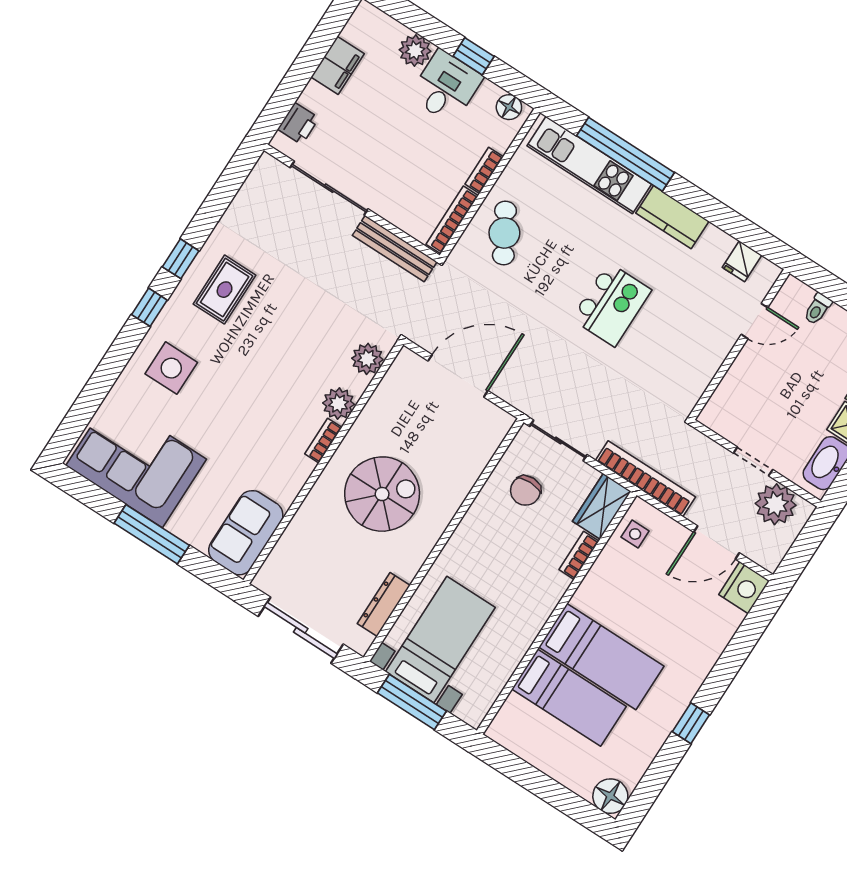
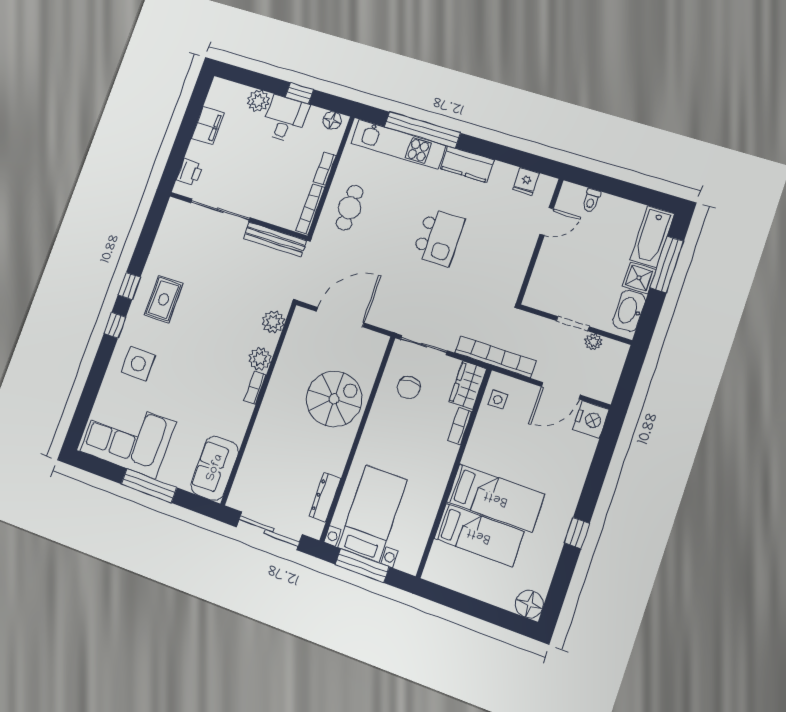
cafe table: (504, 233) -> (350, 208), turned 30
spiral stairs: (382, 494) -> (334, 399), moved
plant: (776, 504) -> (593, 342), width x0.53, depth x0.53

